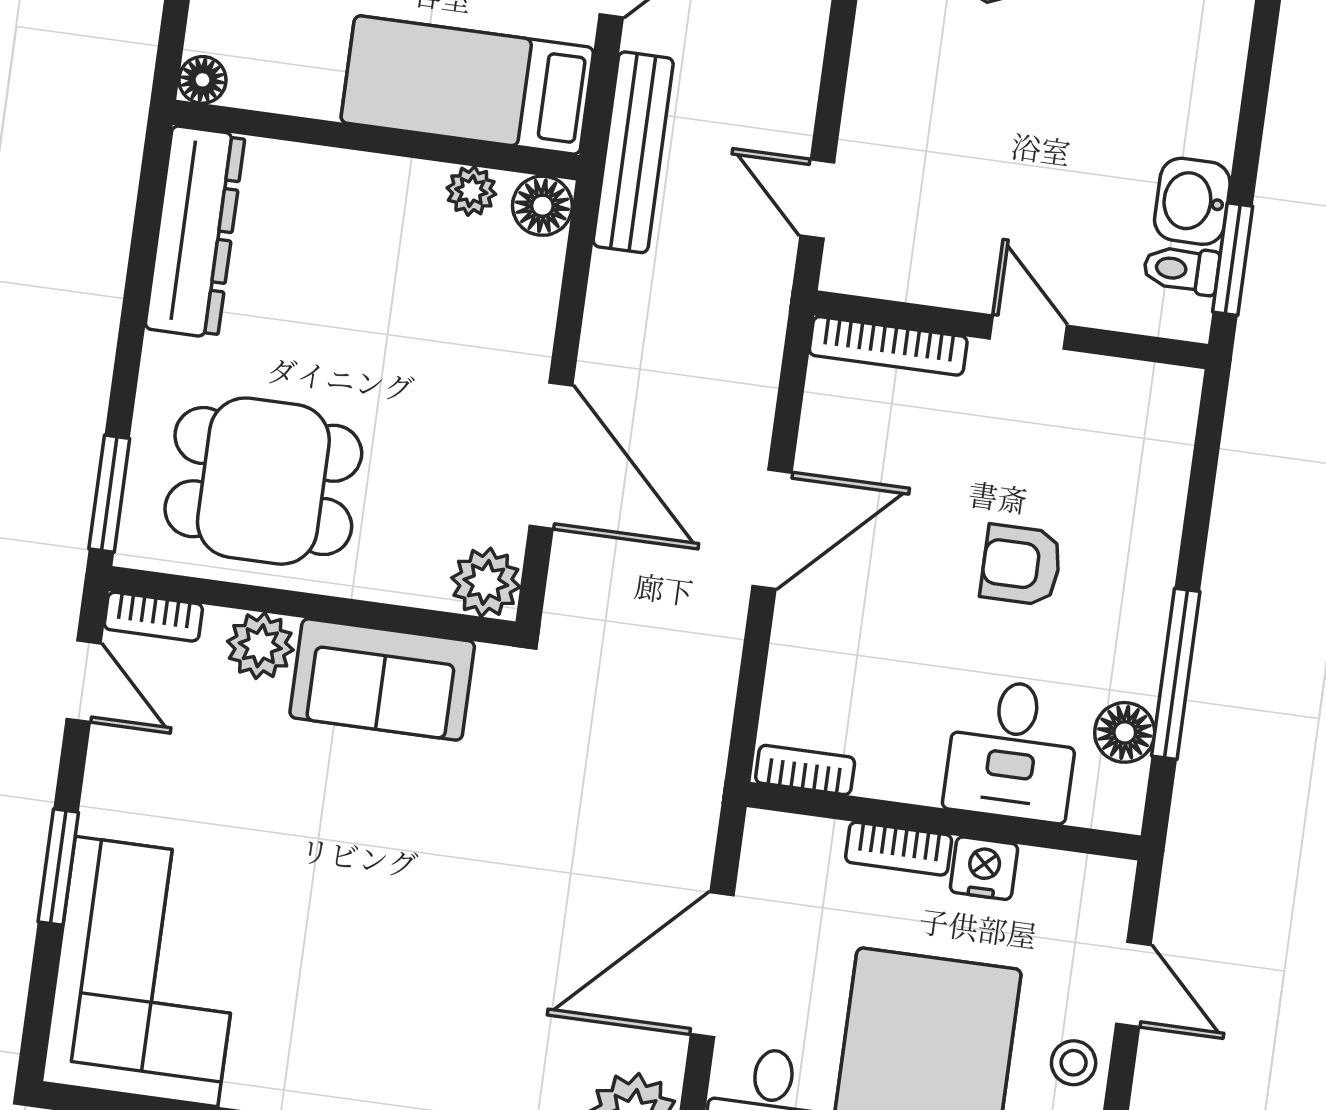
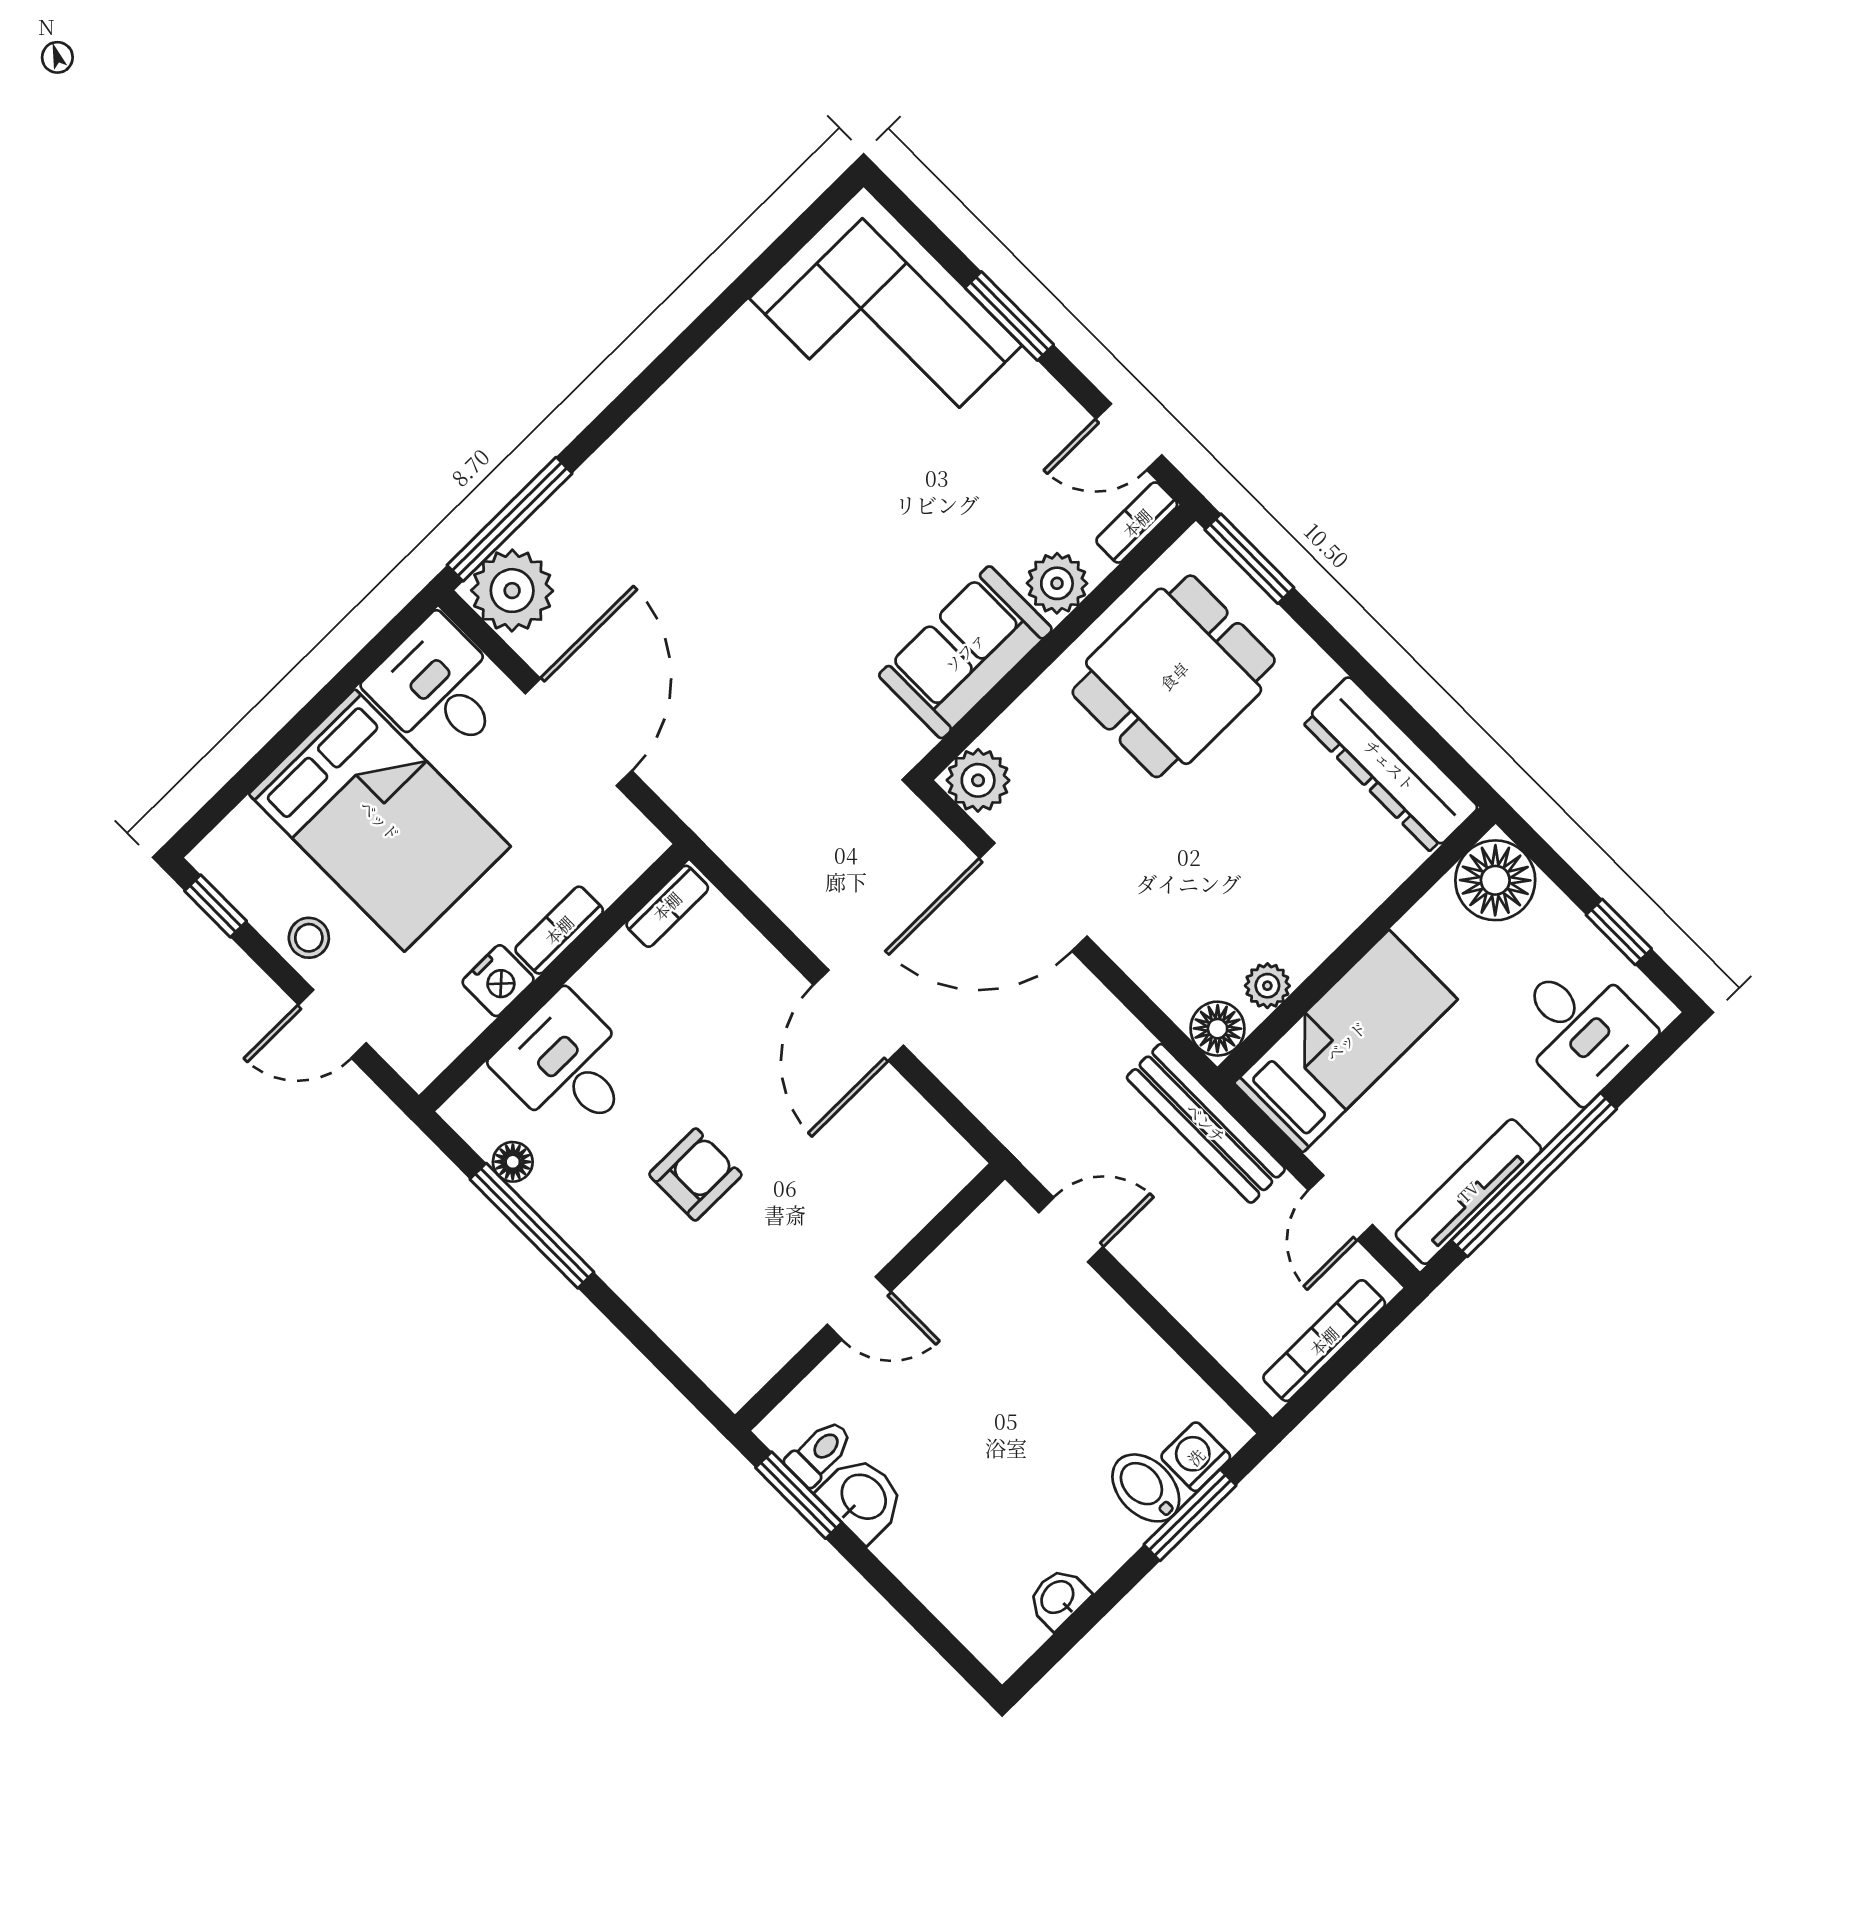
floor lamp: (202, 80) -> (1495, 880), width x1.89, depth x1.89
bookcase: (888, 346) -> (926, 1200), removed
floor lamp: (1125, 732) -> (513, 1162), width x0.73, depth x0.73

